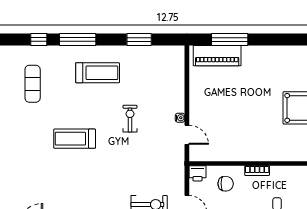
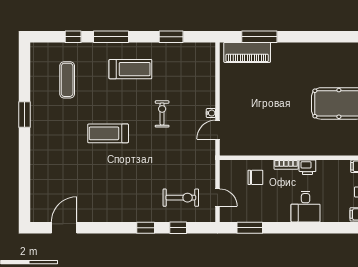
door: (187, 135) -> (218, 130), swing flipped
printer: (198, 173) -> (307, 167), moved

